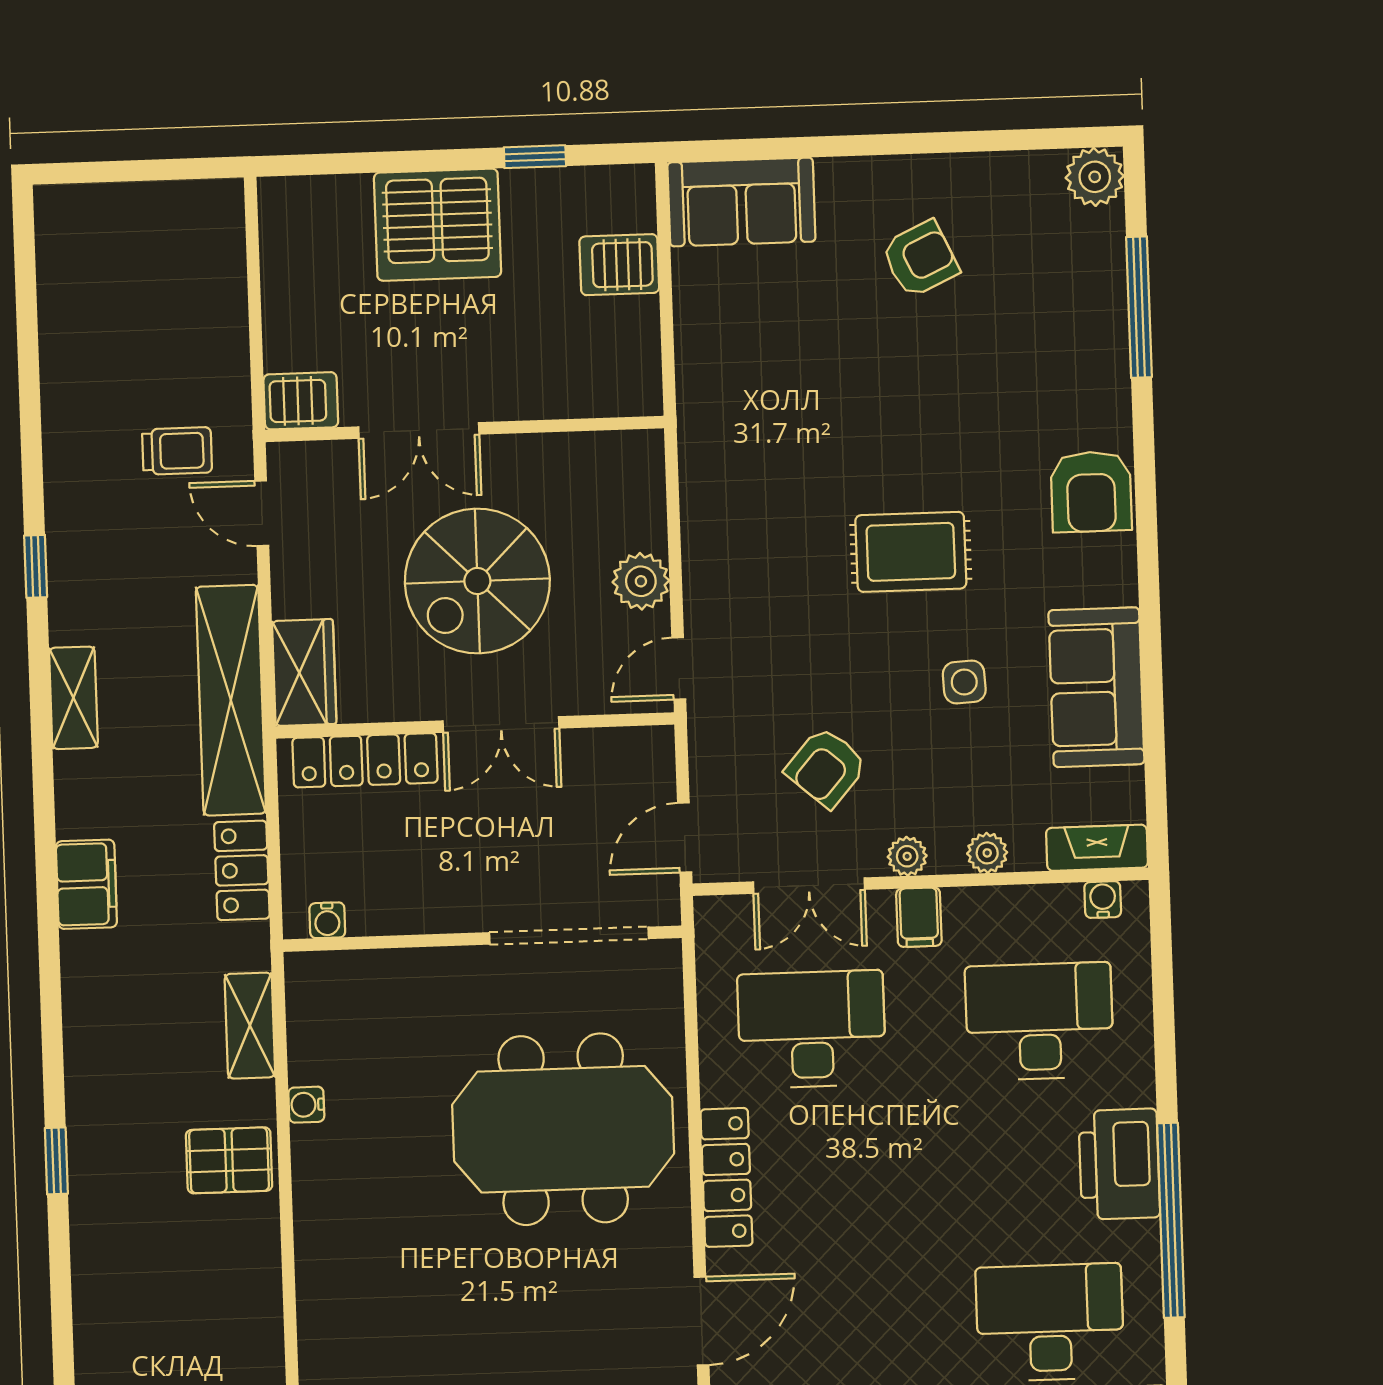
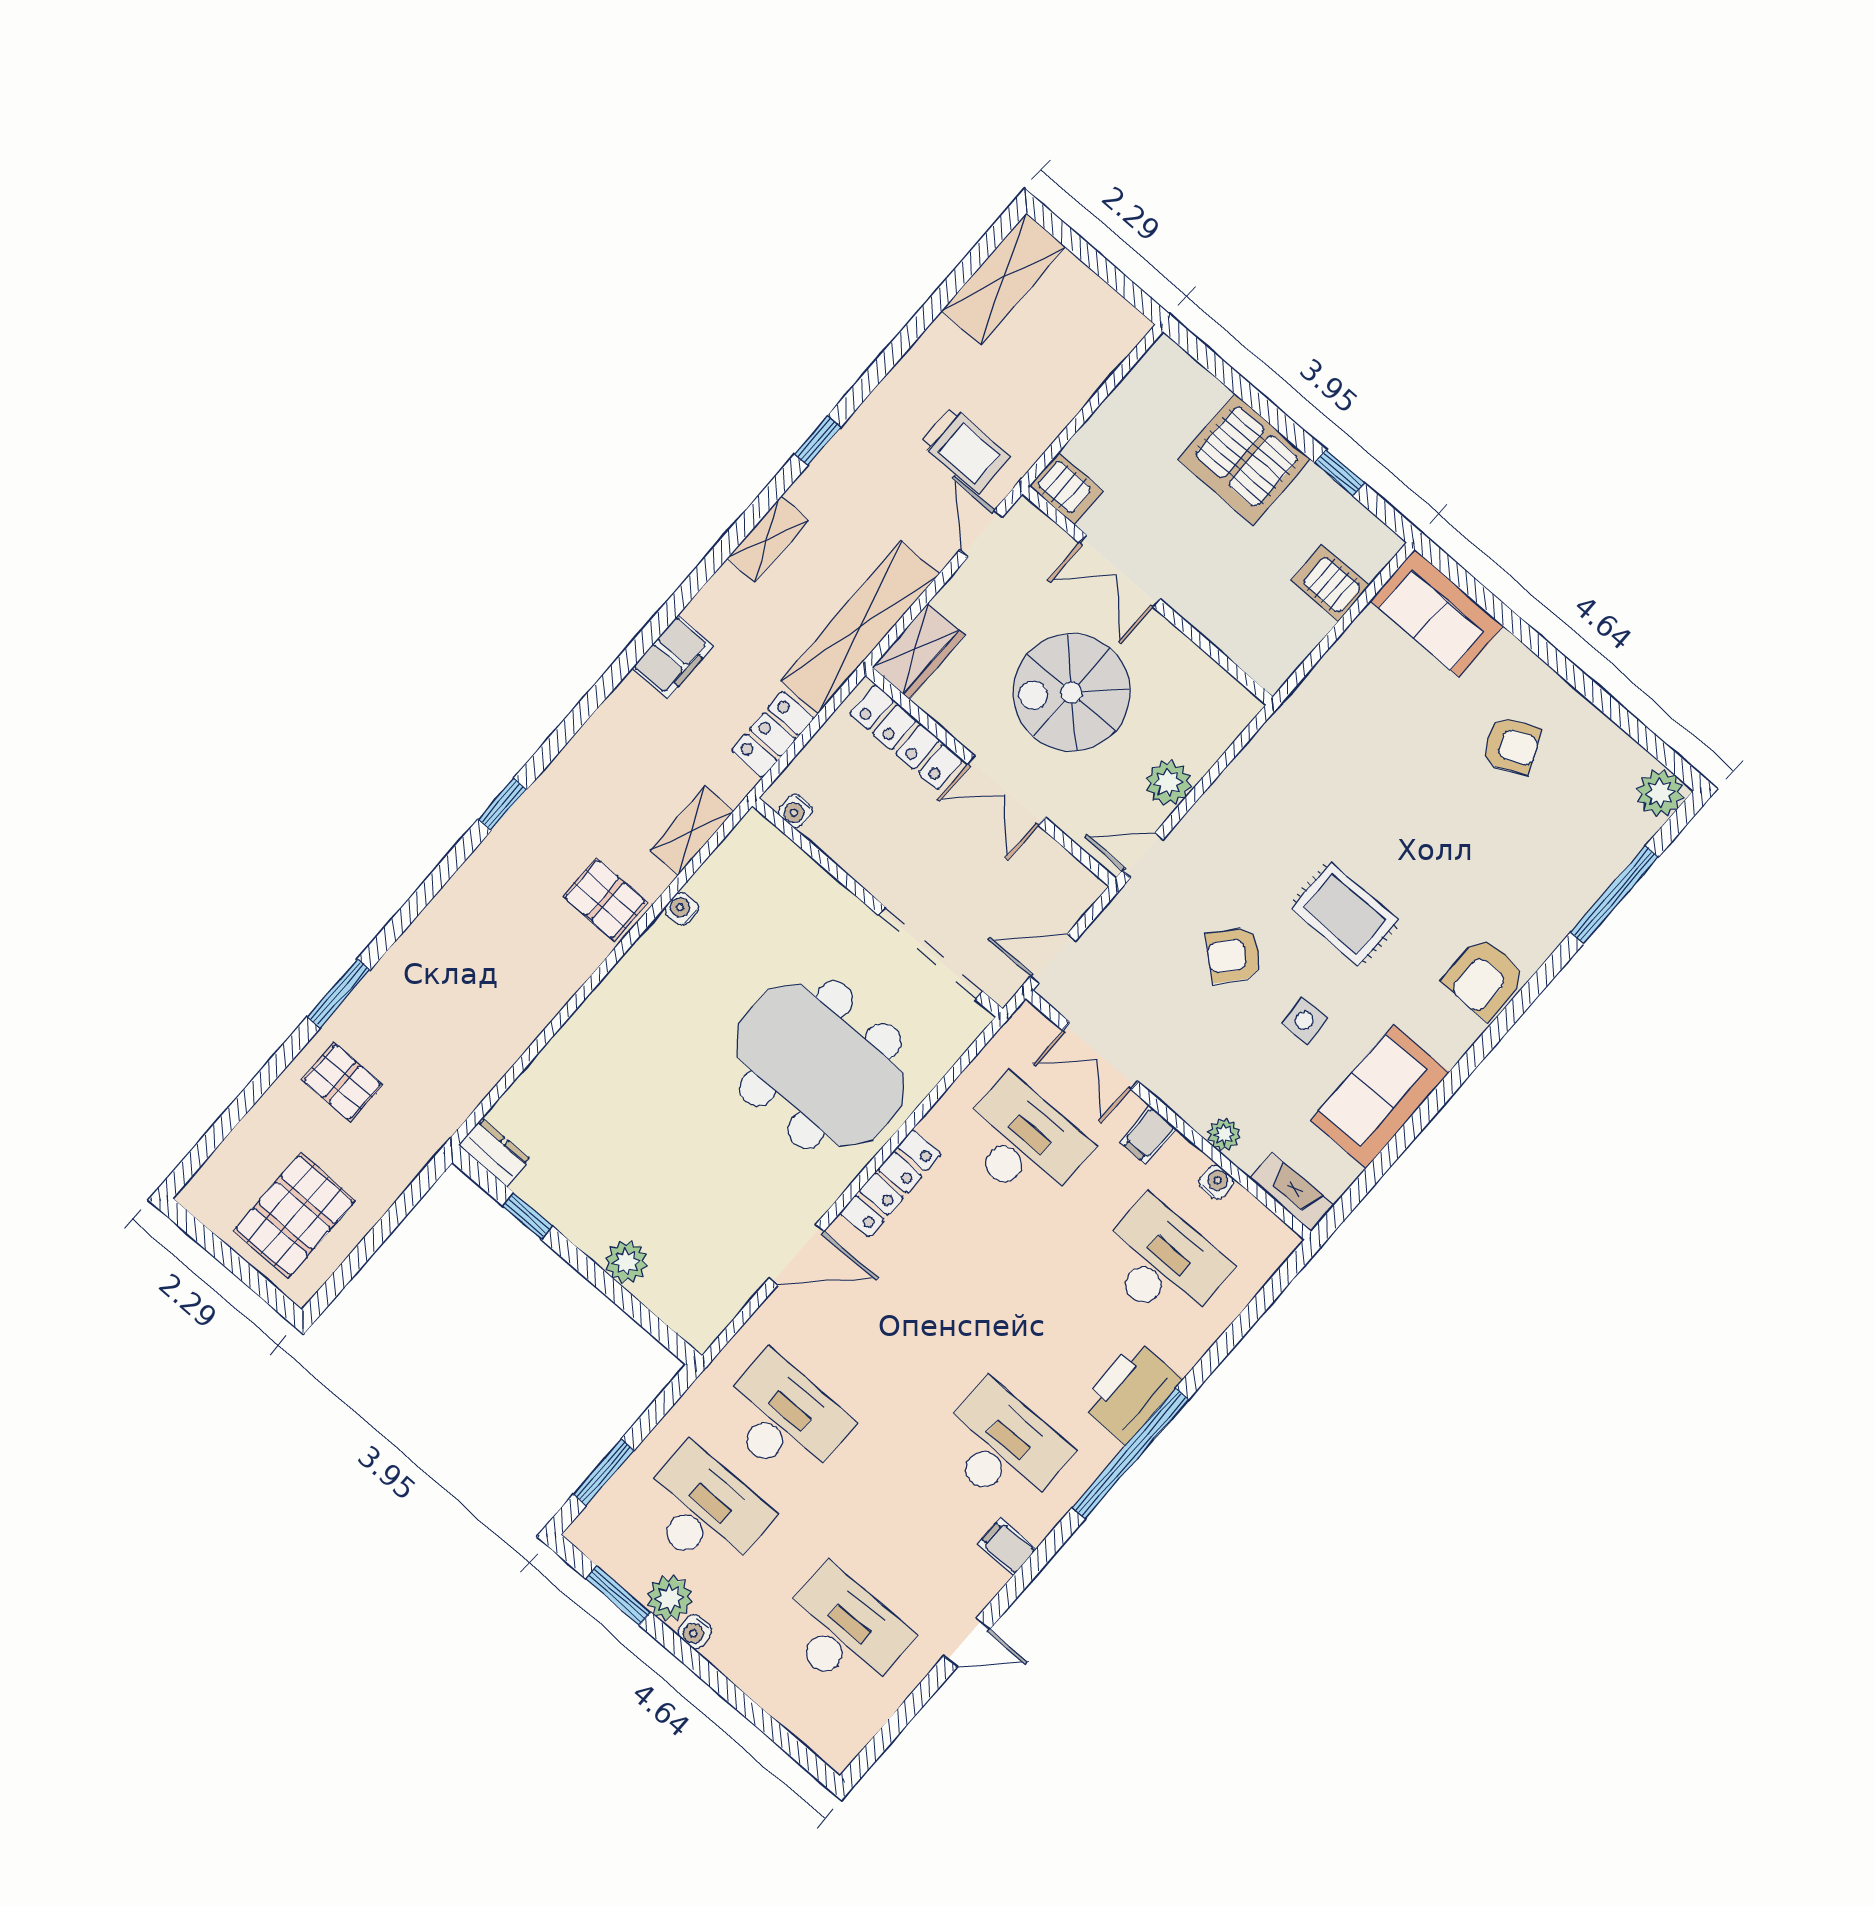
shelving: (68, 264) -> (1003, 279), added
trolley: (177, 451) -> (965, 450), width x1.36, depth x1.39
armchair: (826, 767) -> (1234, 955), moved
plant: (907, 856) -> (1175, 1092), removed
water cooler: (1103, 900) -> (1216, 1182), moved

